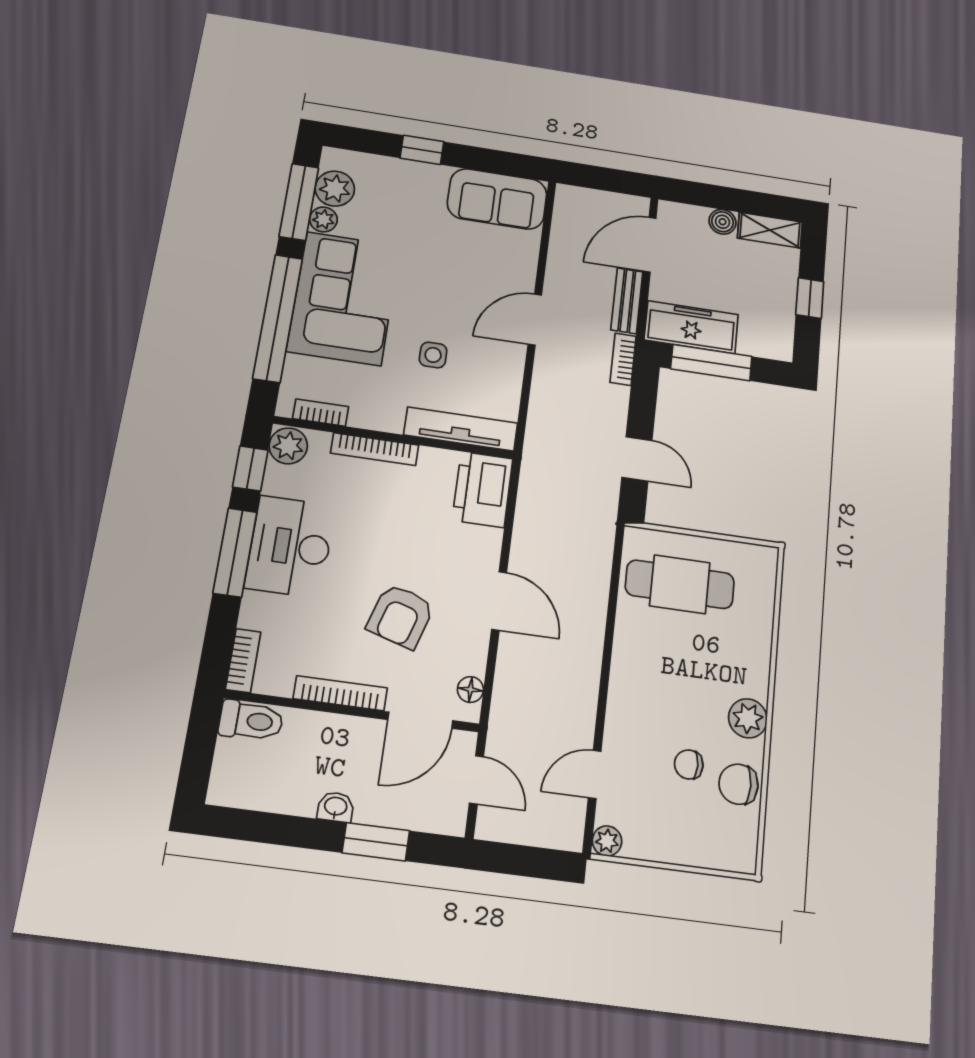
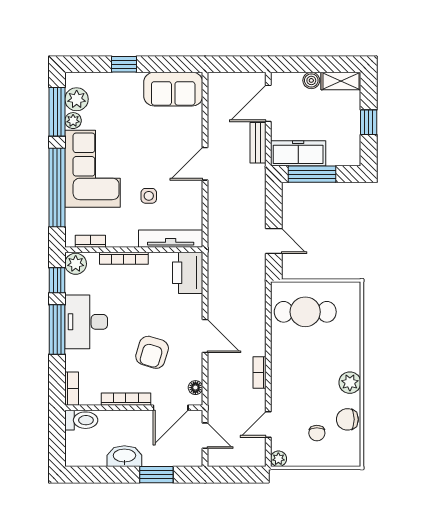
bookcase: (623, 359) -> (259, 372), moved
chair: (689, 764) -> (317, 433), moved, turned -90
washbasin: (336, 807) -> (124, 456), width x1.91, depth x1.45

